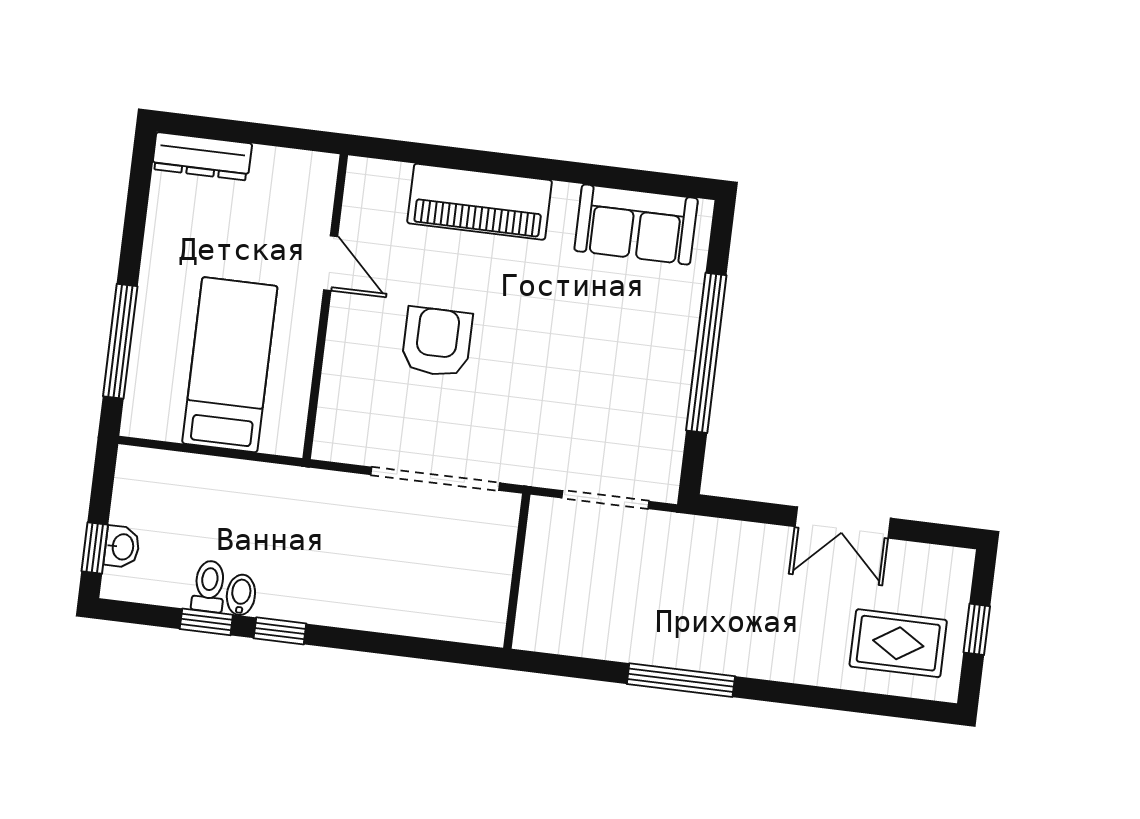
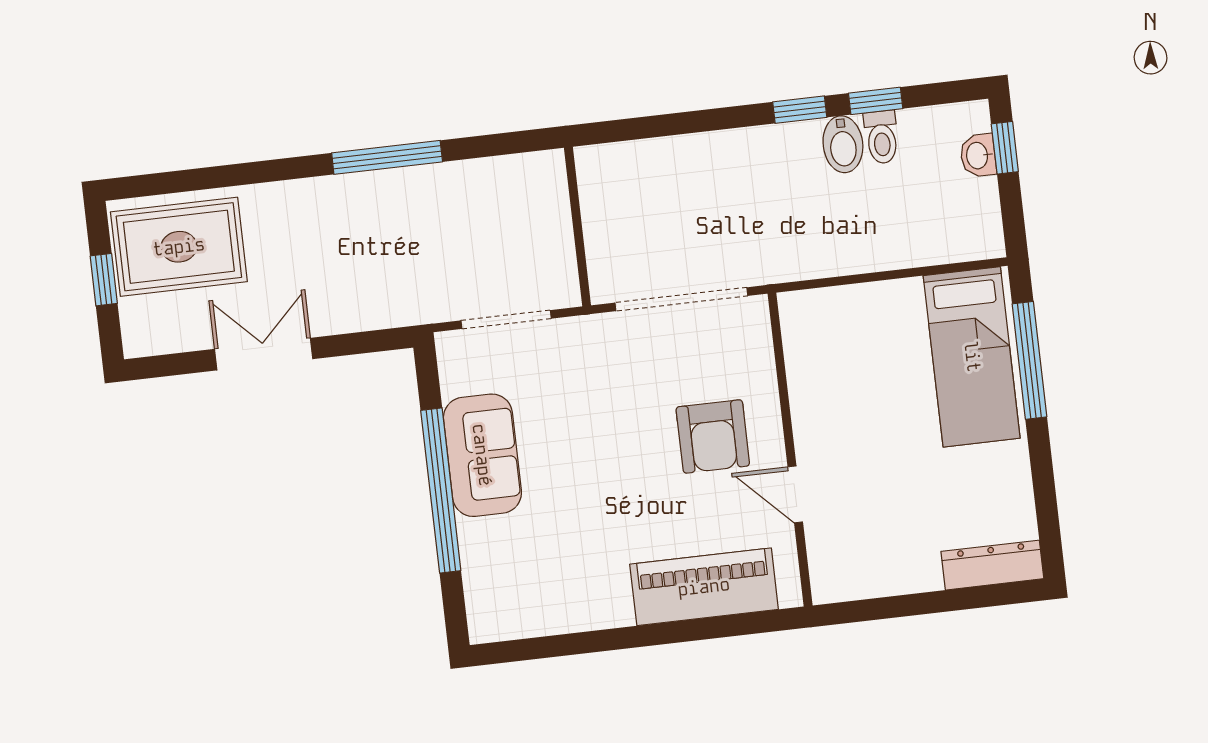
sofa: (636, 225) -> (482, 455), moved, turned 90
door: (331, 263) -> (795, 494), moved
wall: (325, 307) -> (790, 449), moved
bed: (230, 365) -> (972, 357), moved
bidet: (241, 595) -> (843, 144), width x1.38, depth x1.36
rug: (898, 643) -> (179, 247), width x1.36, depth x1.43

